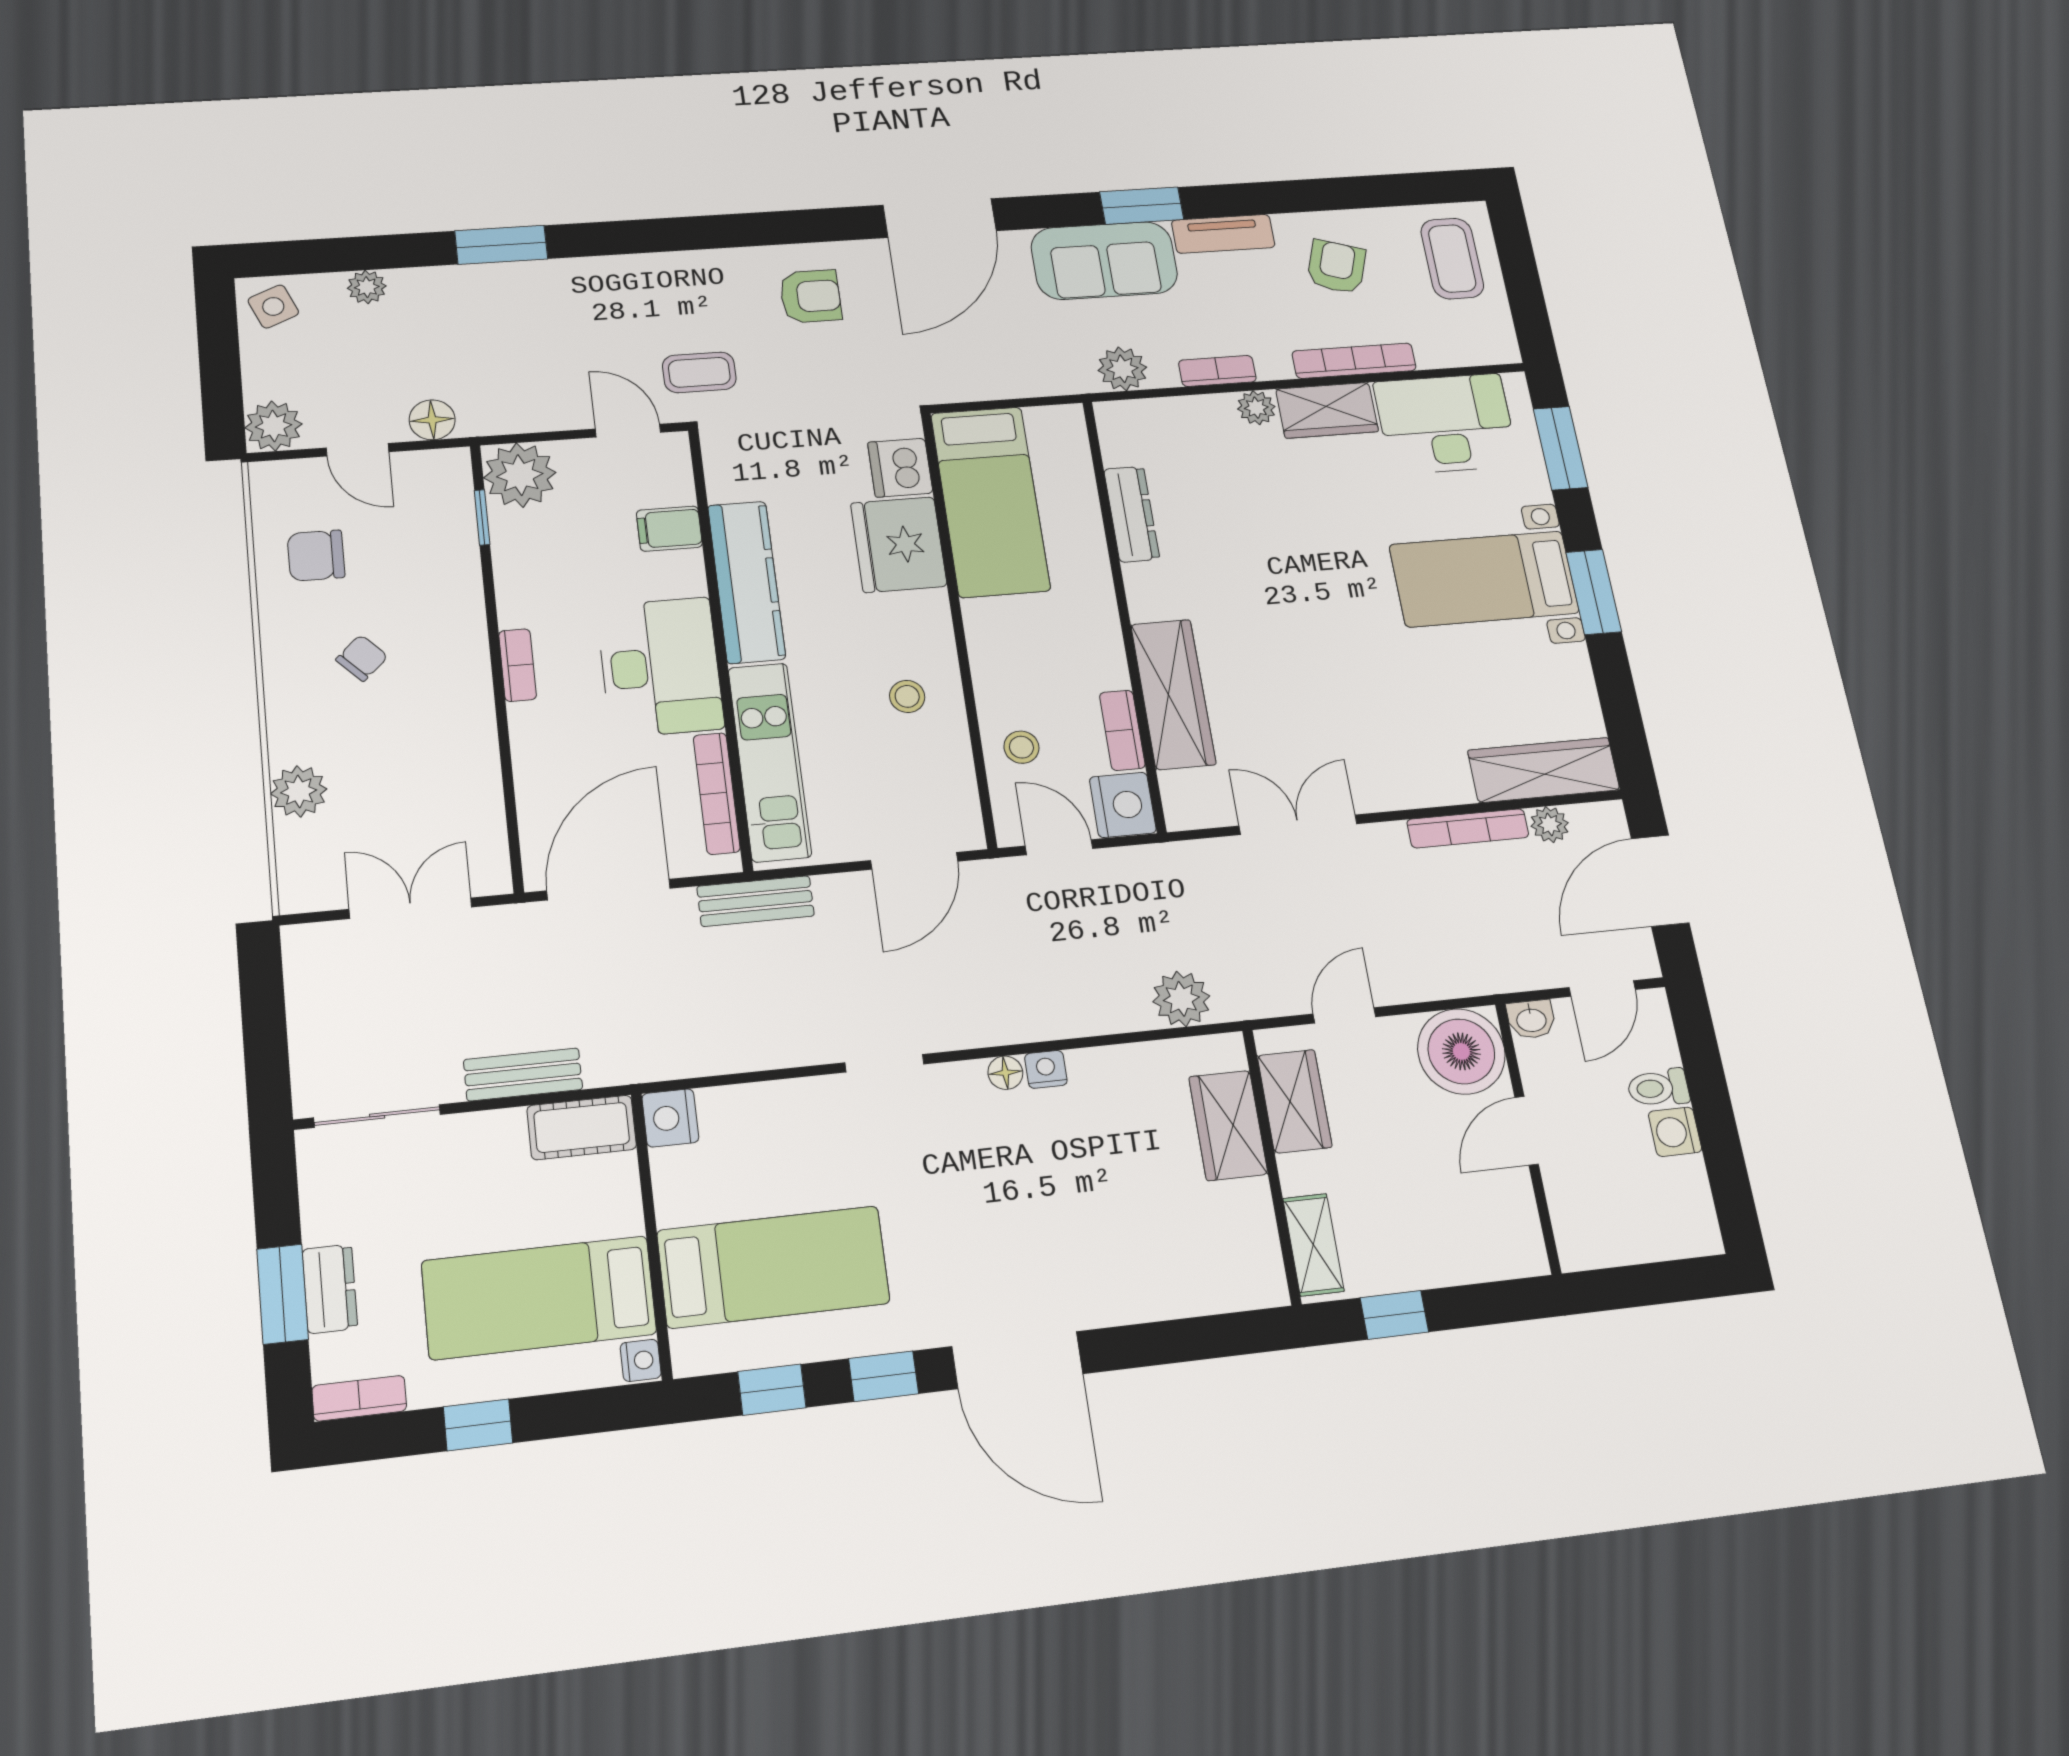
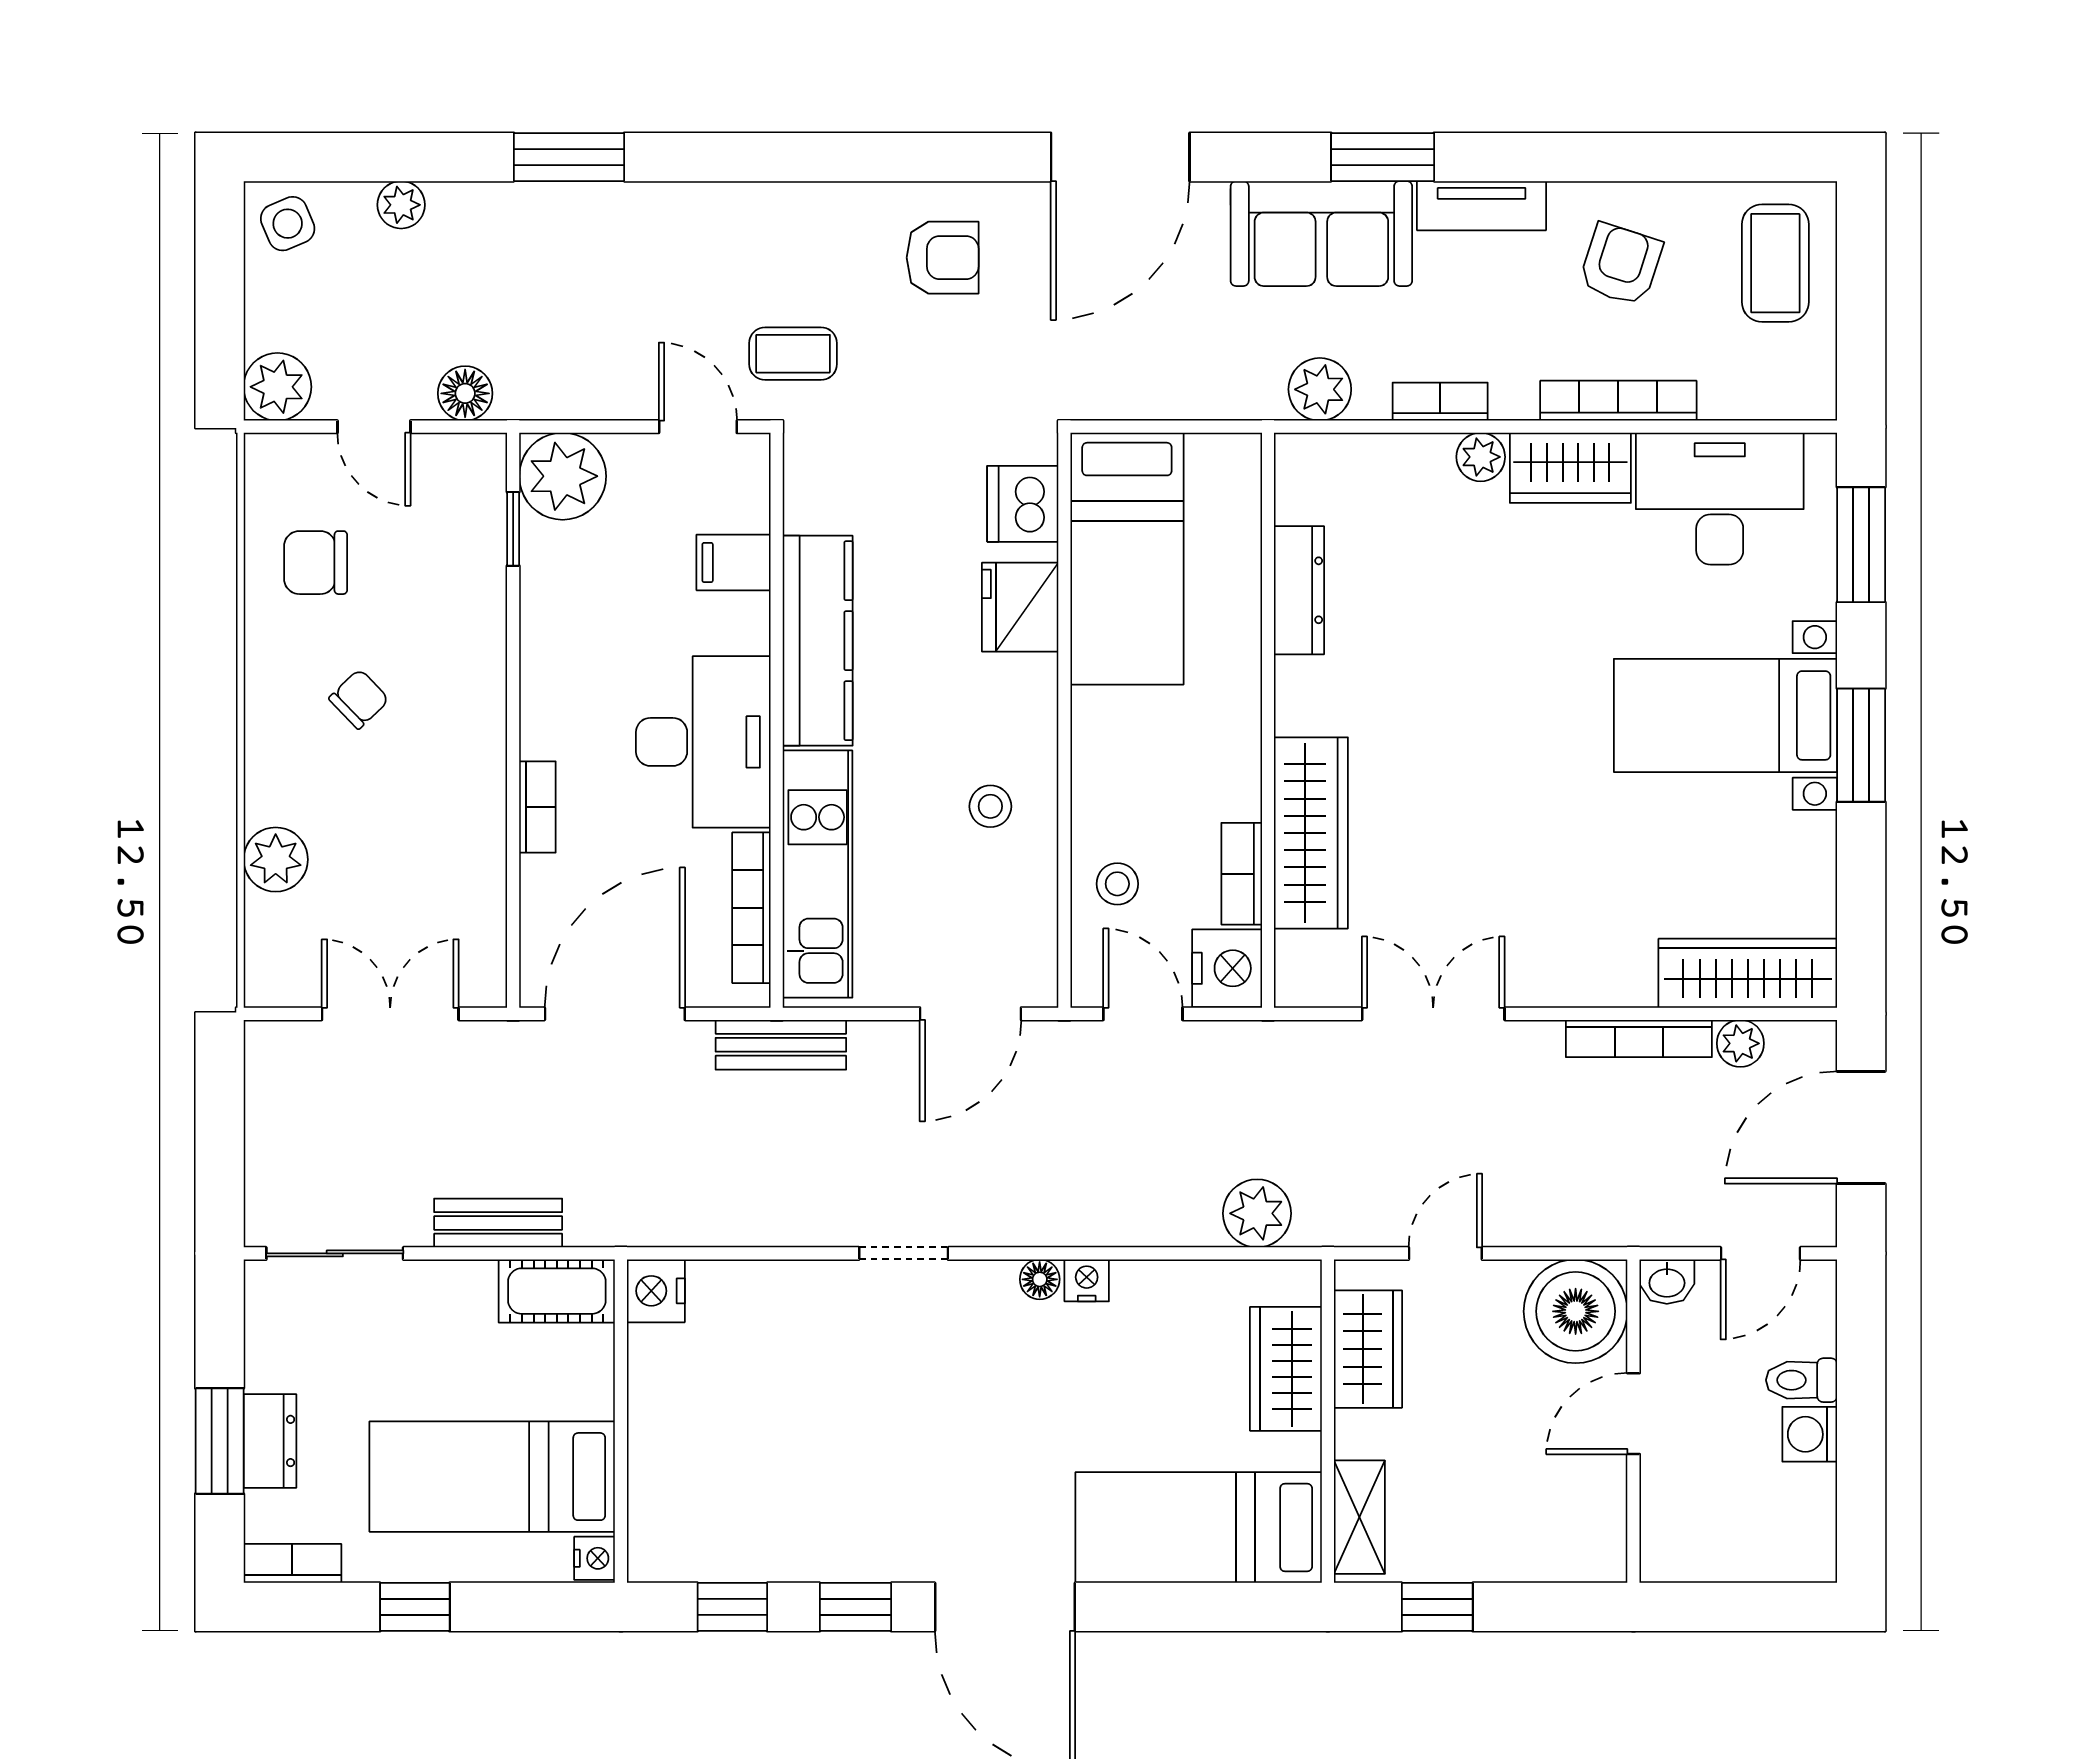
fridge: (899, 545) -> (1020, 607), width x0.73, depth x0.75
bookcase: (518, 665) -> (537, 807), moved
bed: (773, 1267) -> (1199, 1528), moved, turned 180

